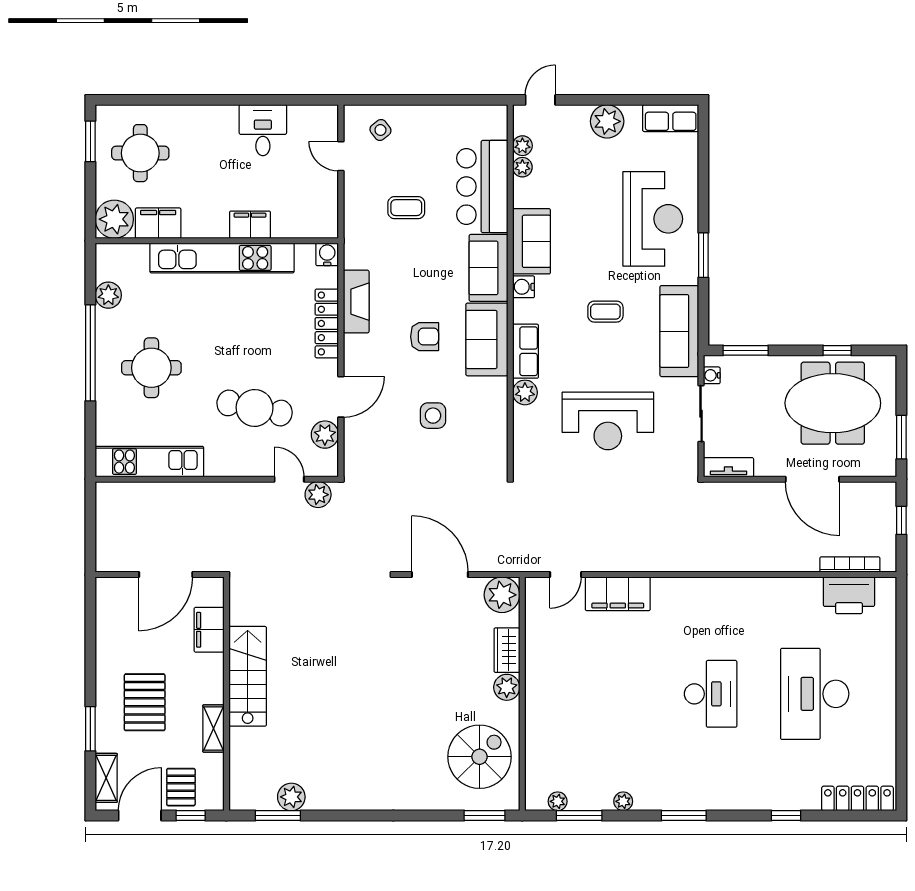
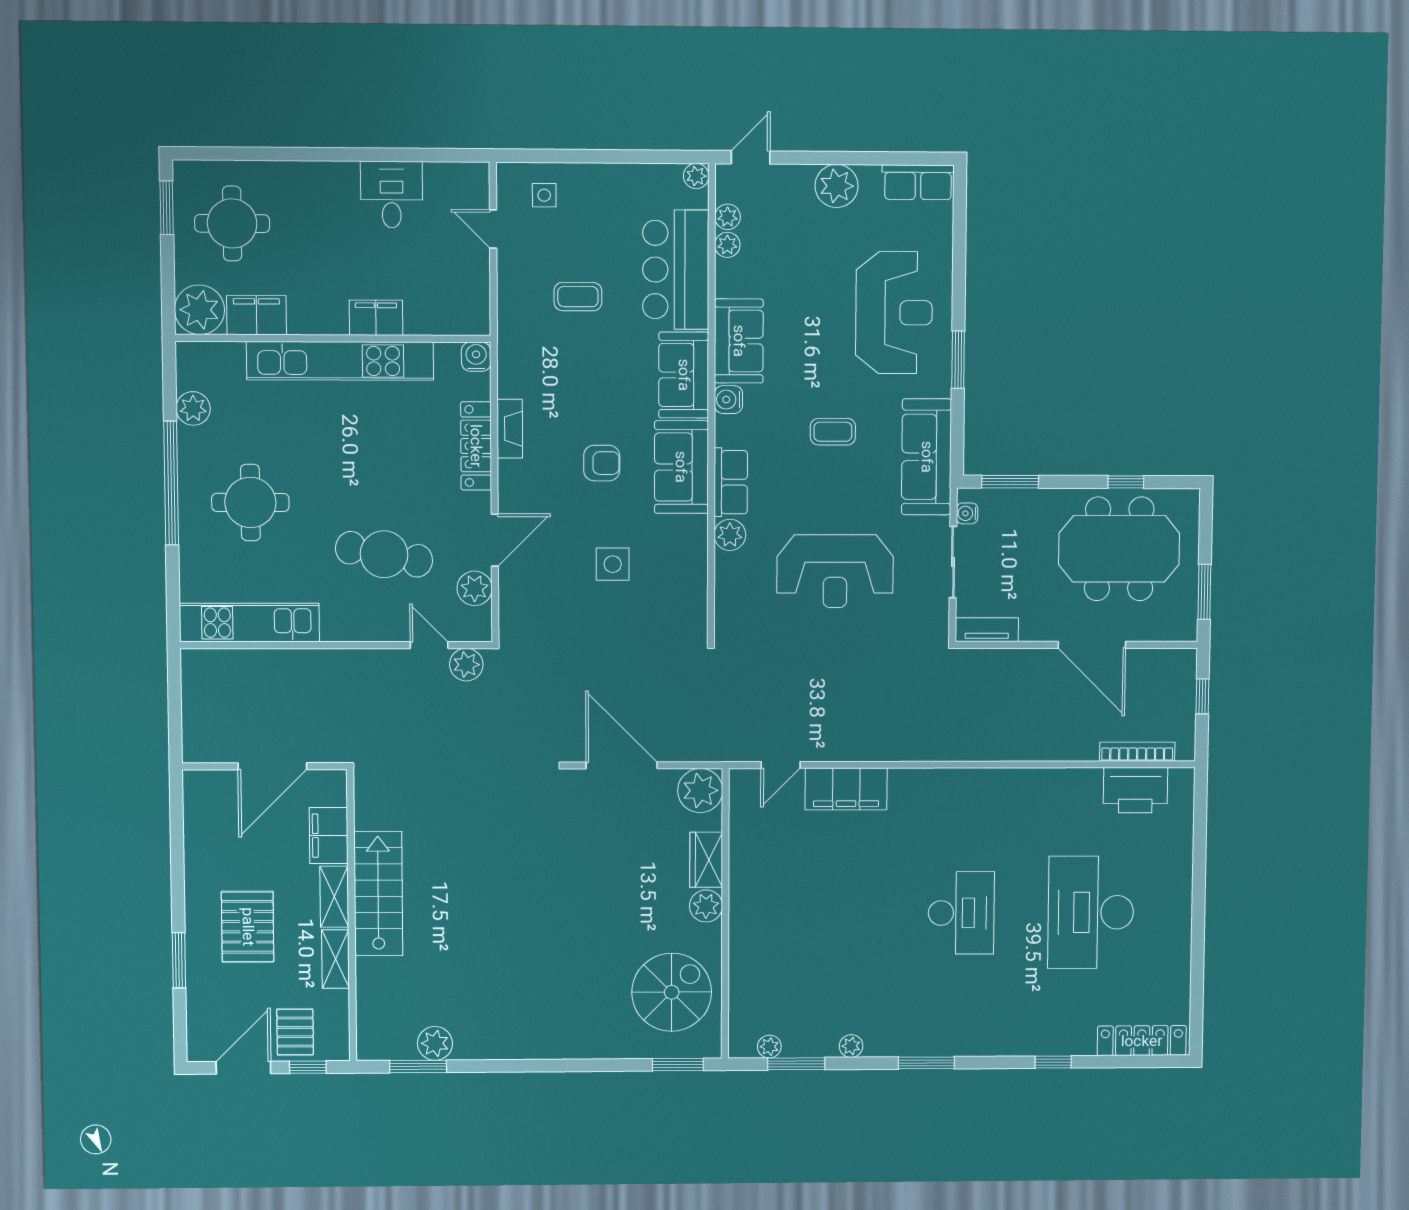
plant: (498, 115) -> (696, 176), added
side table: (380, 130) -> (544, 195), turned 38
fireplace: (356, 302) -> (510, 429), width x0.73, depth x0.76
shelving: (106, 778) -> (334, 897), moved

